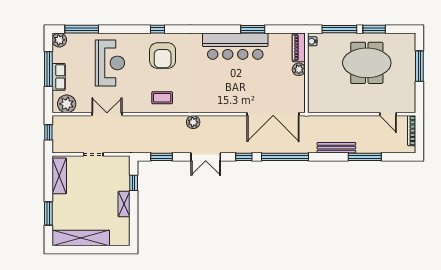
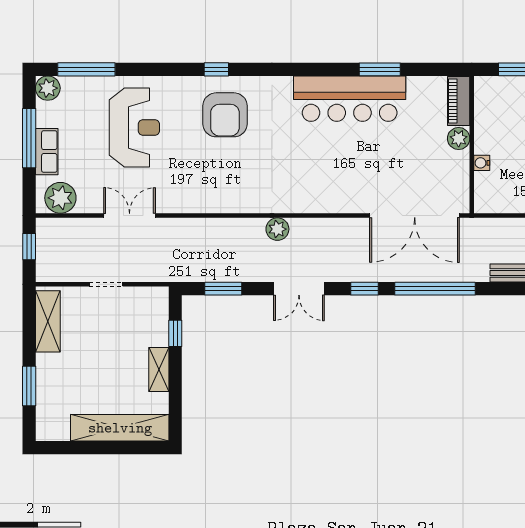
water cooler: (312, 41) -> (482, 163), moved
coffee table: (162, 98) -> (224, 187), removed
shelving: (81, 238) -> (120, 428), moved

